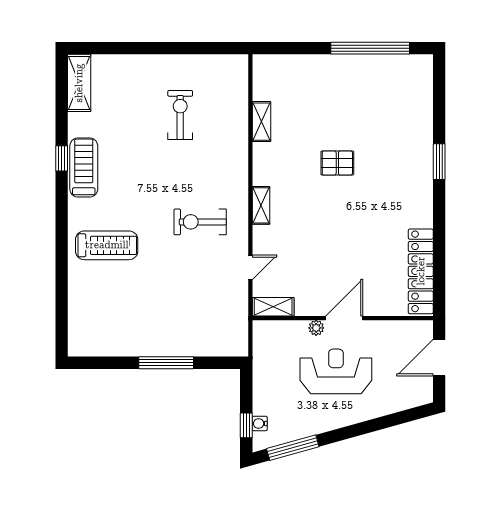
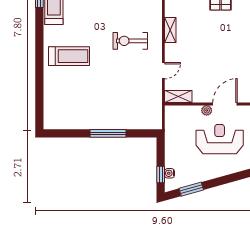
window: (293, 448) -> (191, 189), width x0.69

